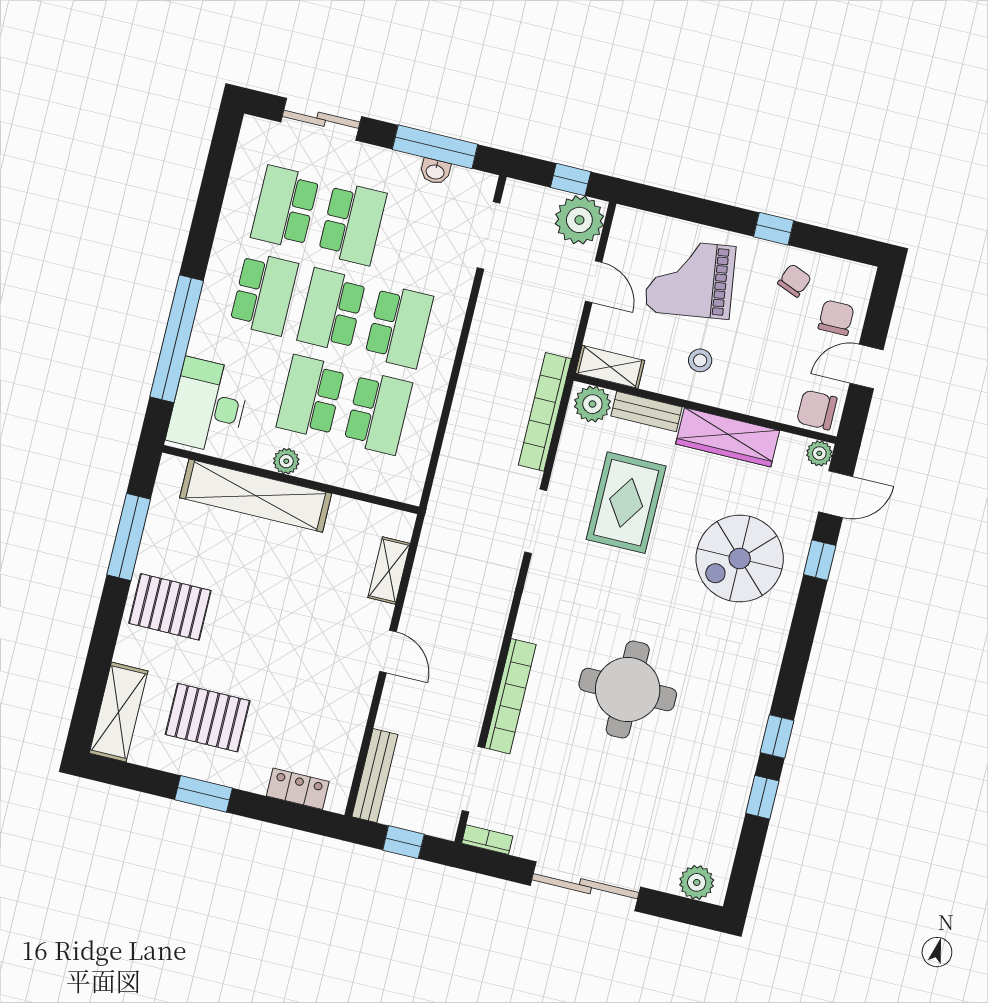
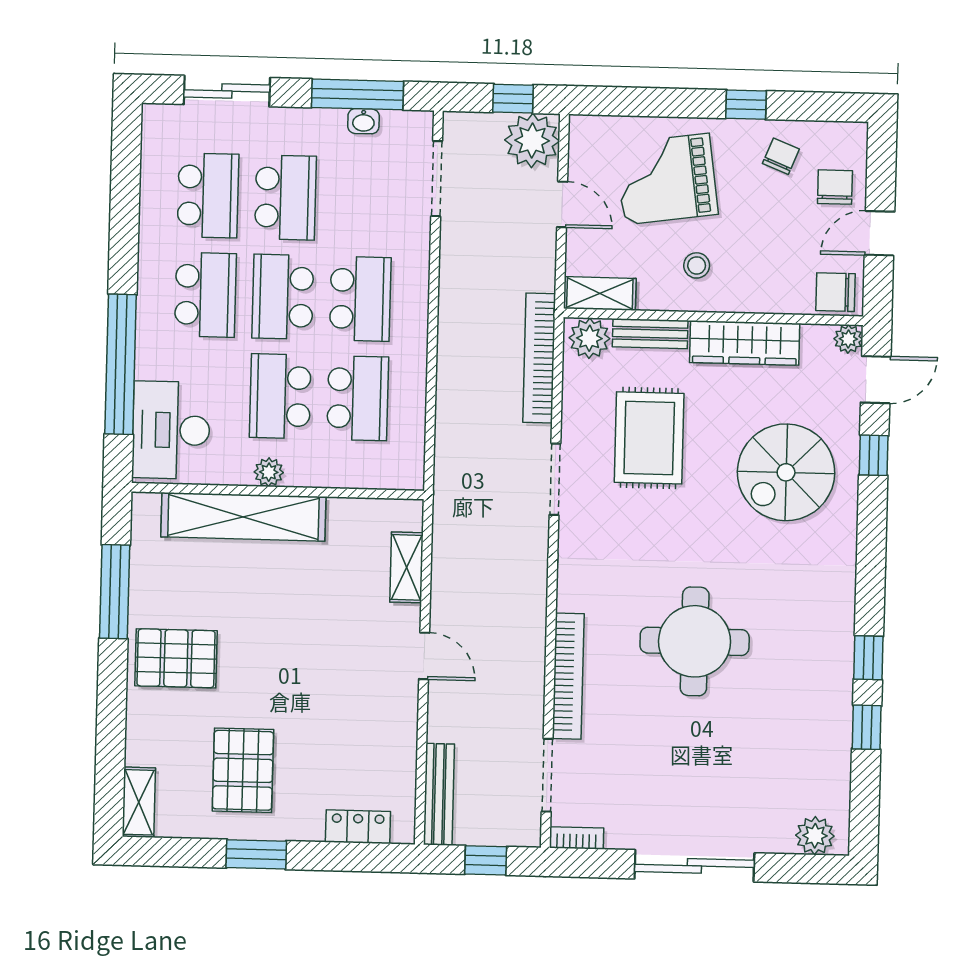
school desk: (285, 207) -> (208, 195), turned 180
shelving: (119, 712) -> (139, 802), width x0.67, depth x0.75
pallet: (208, 718) -> (243, 770), turned 90

